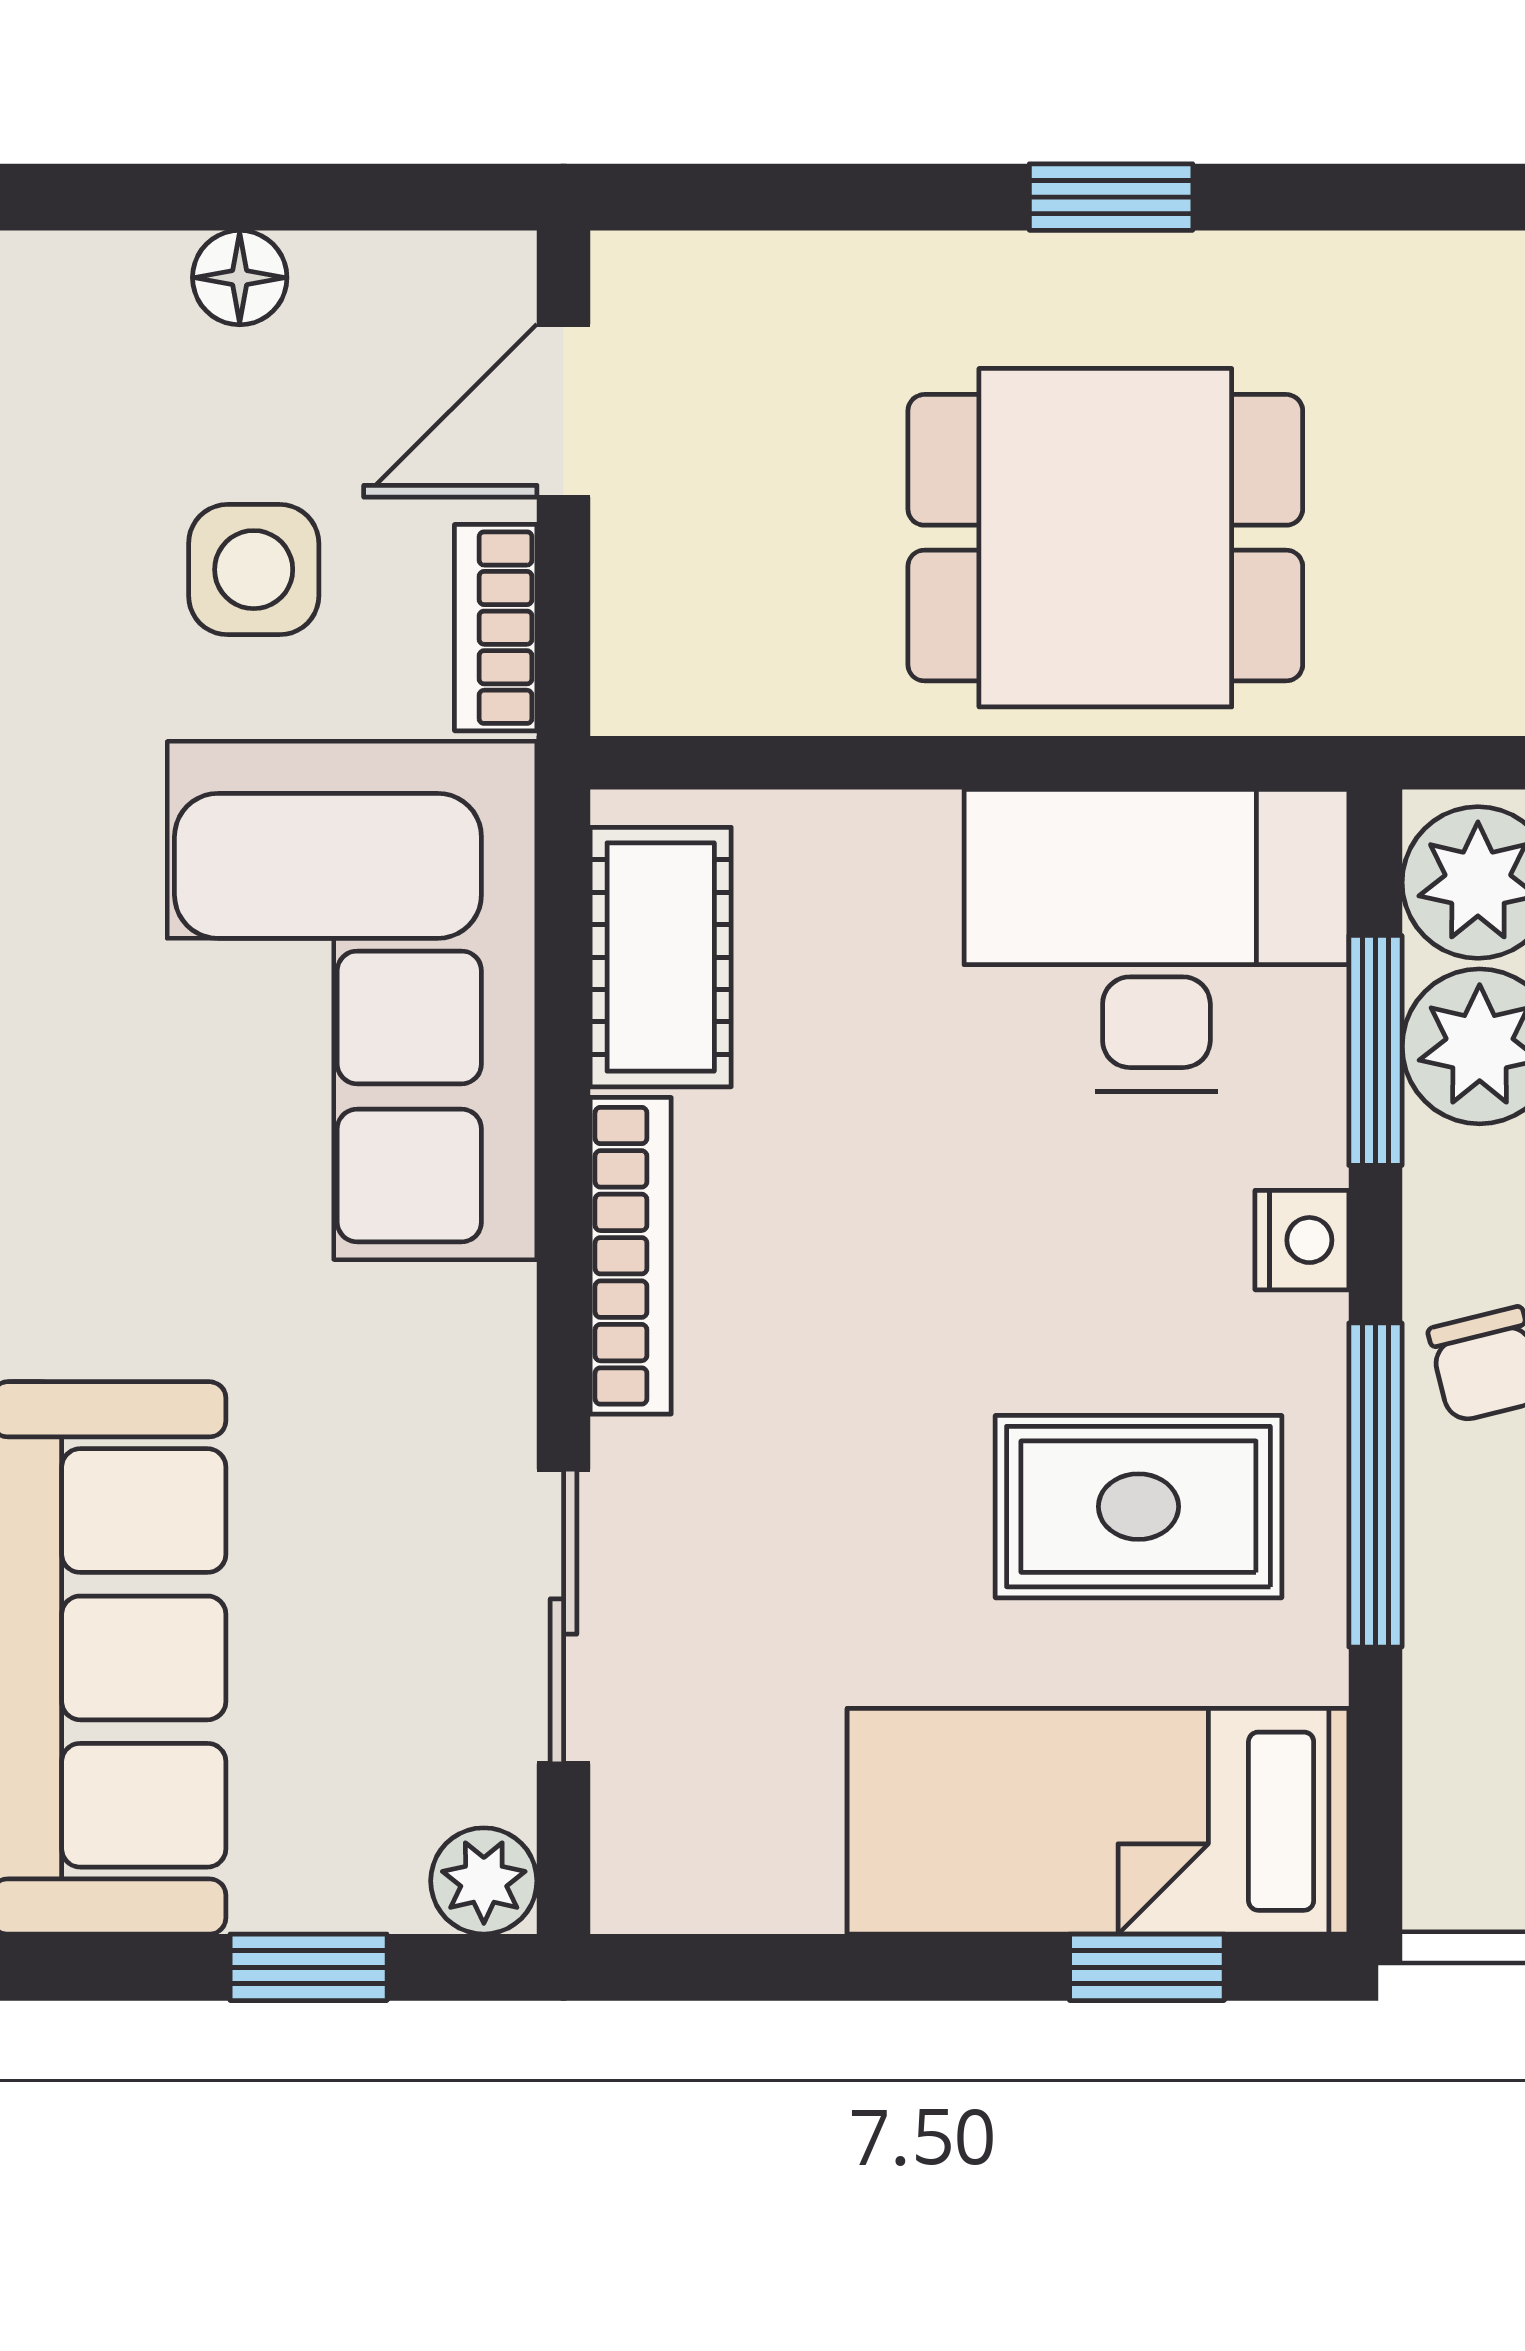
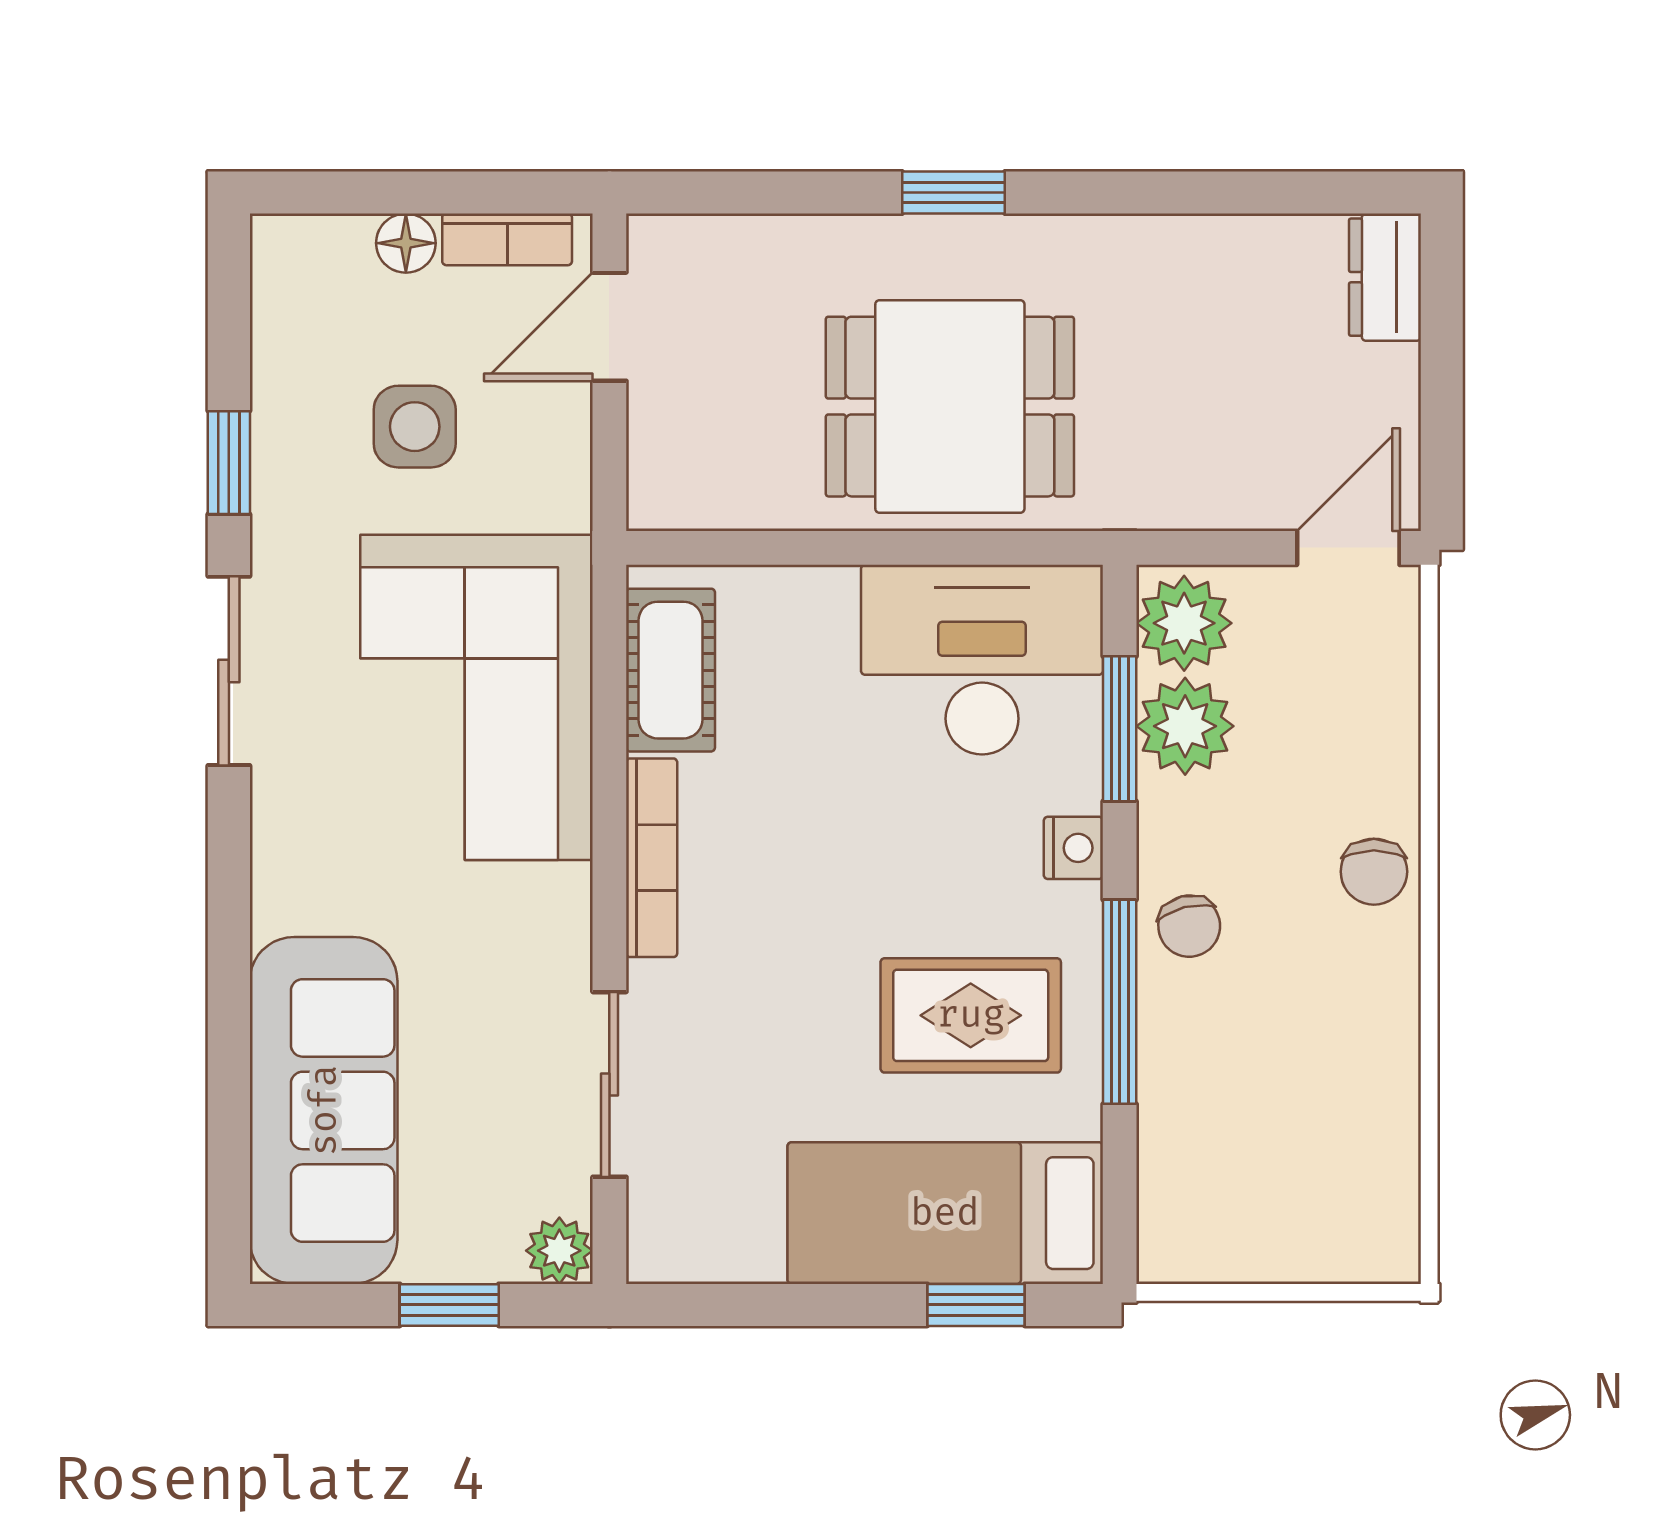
bookcase: (496, 628) -> (507, 239), moved, turned -90

